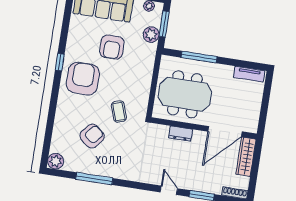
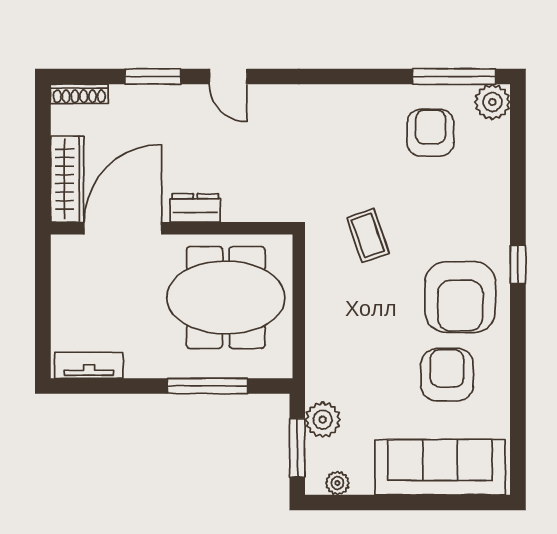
armchair: (112, 47) -> (447, 375), moved
window: (60, 62) -> (518, 265), moved
dresser: (180, 134) -> (195, 208), moved
armchair: (92, 136) -> (430, 133), moved, turned 140
window: (94, 179) -> (454, 76), moved

